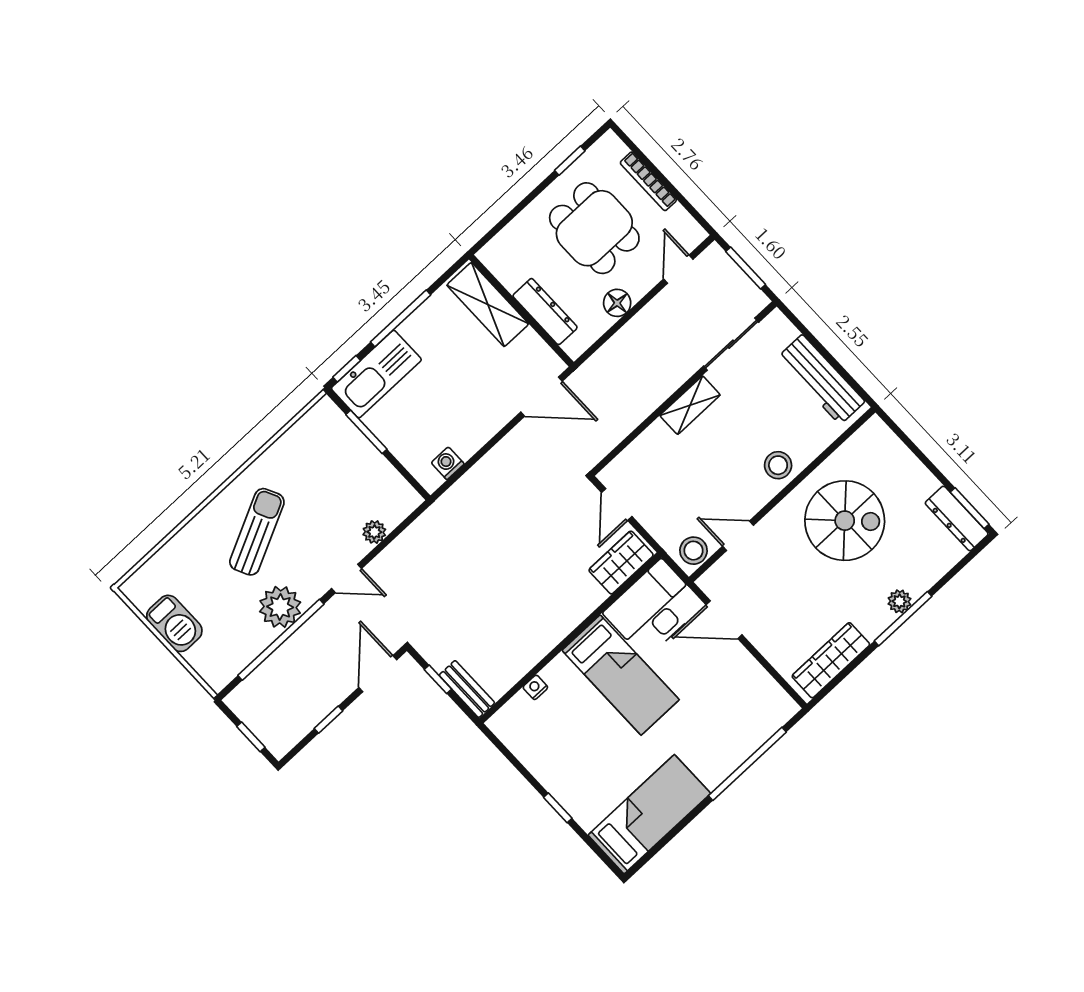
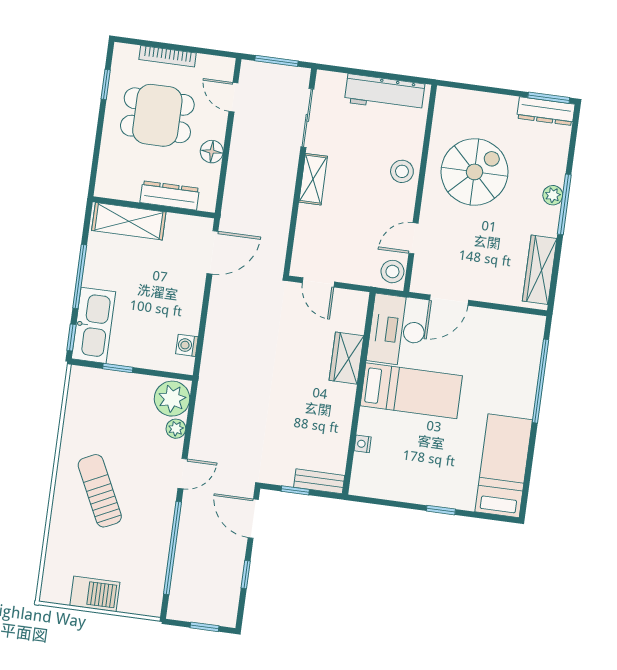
window: (366, 432) -> (118, 368), width x0.67
wardrobe: (621, 563) -> (346, 358), moved
plant: (280, 607) -> (172, 399), moved

